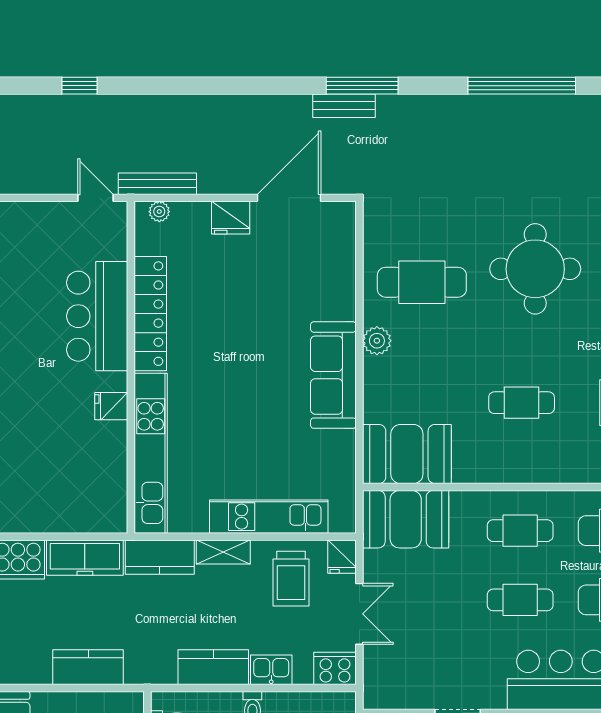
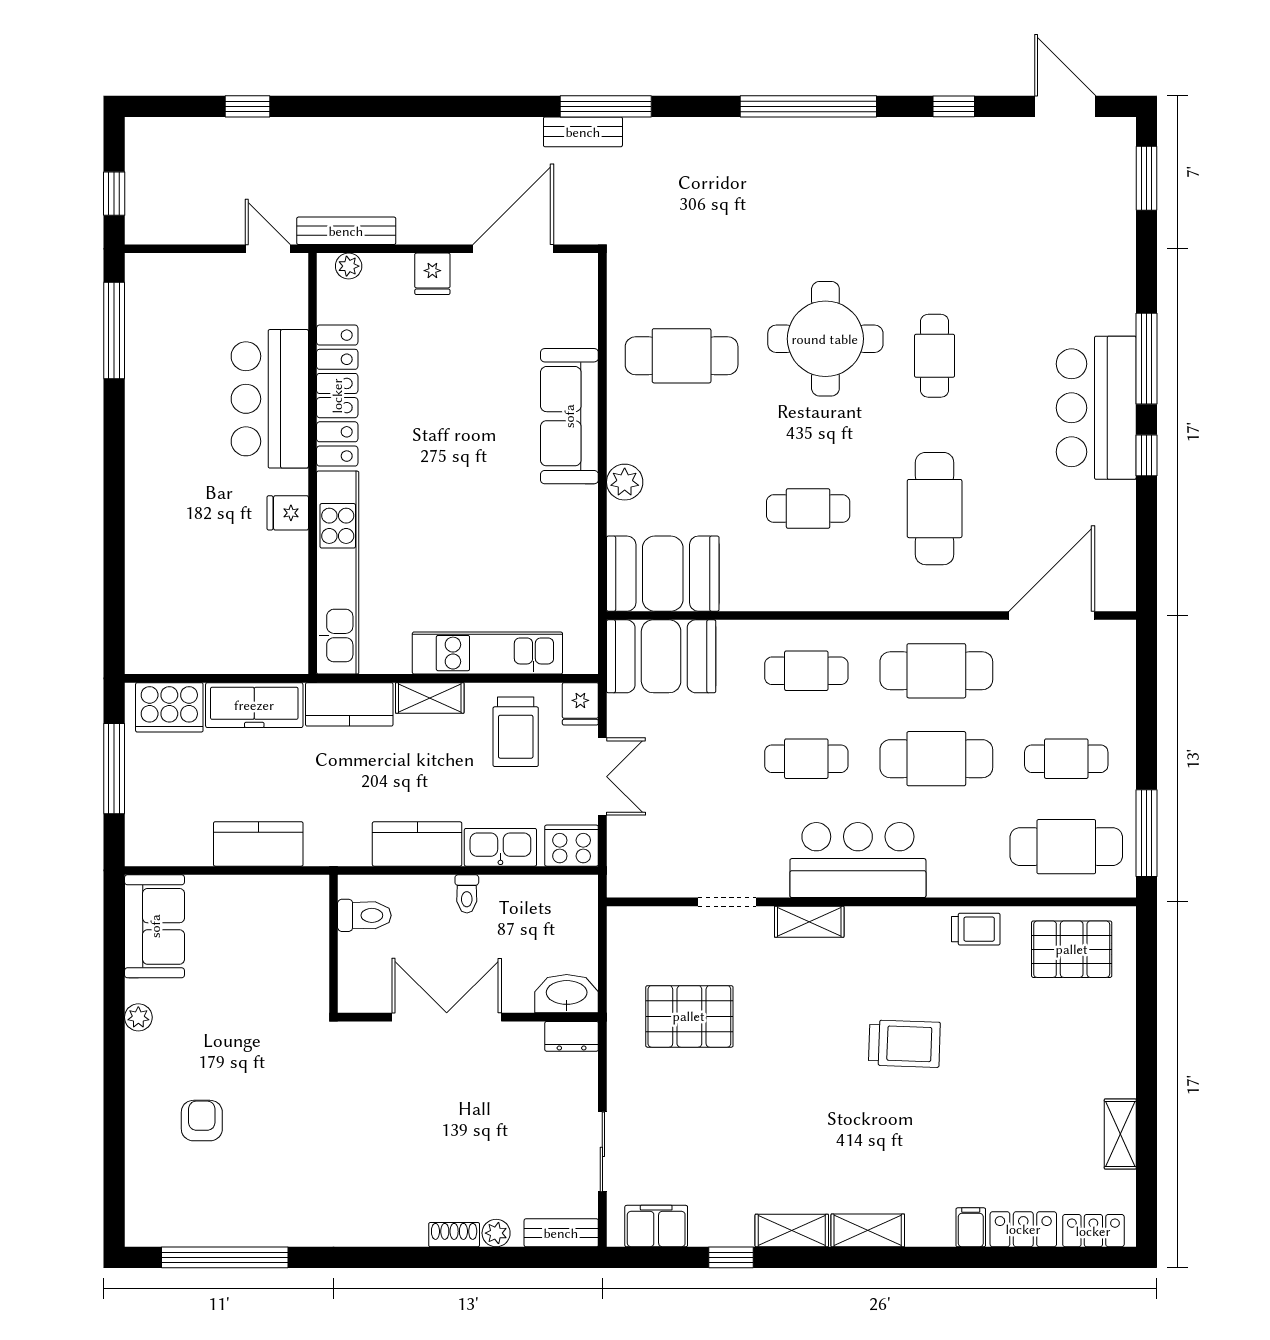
fridge: (231, 218) -> (432, 274), width x0.72
plant: (377, 341) -> (625, 482), moved
sofa: (333, 375) -> (569, 416), moved
kitchen sink: (271, 670) -> (500, 847), width x1.38

